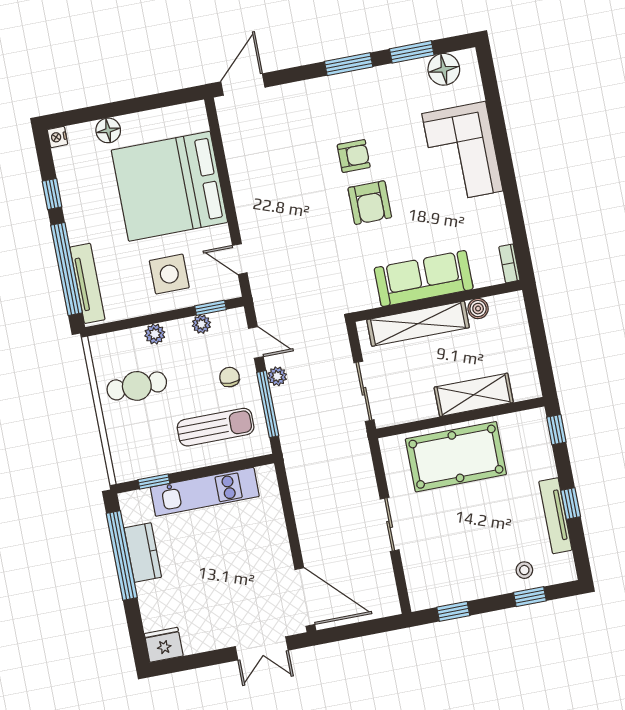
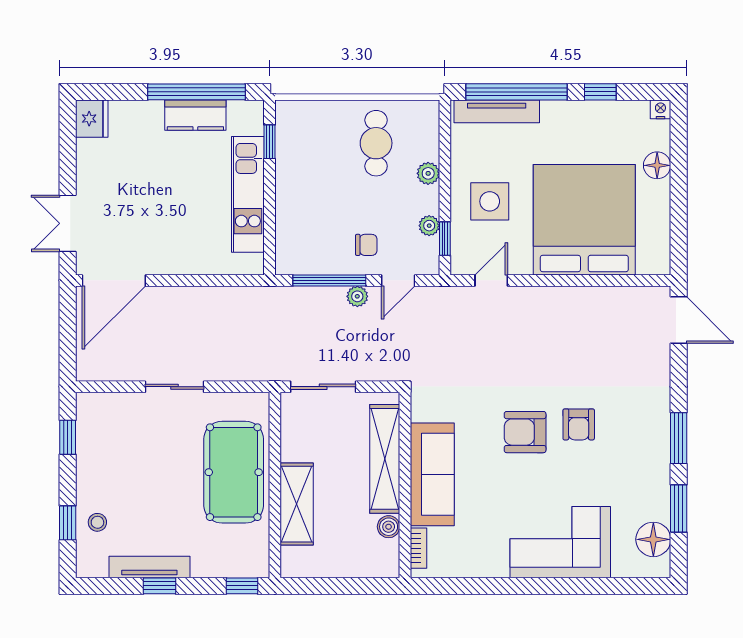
bookcase: (509, 263) -> (418, 548), moved, turned 90
sun lounger: (216, 427) -> (315, 219), removed

